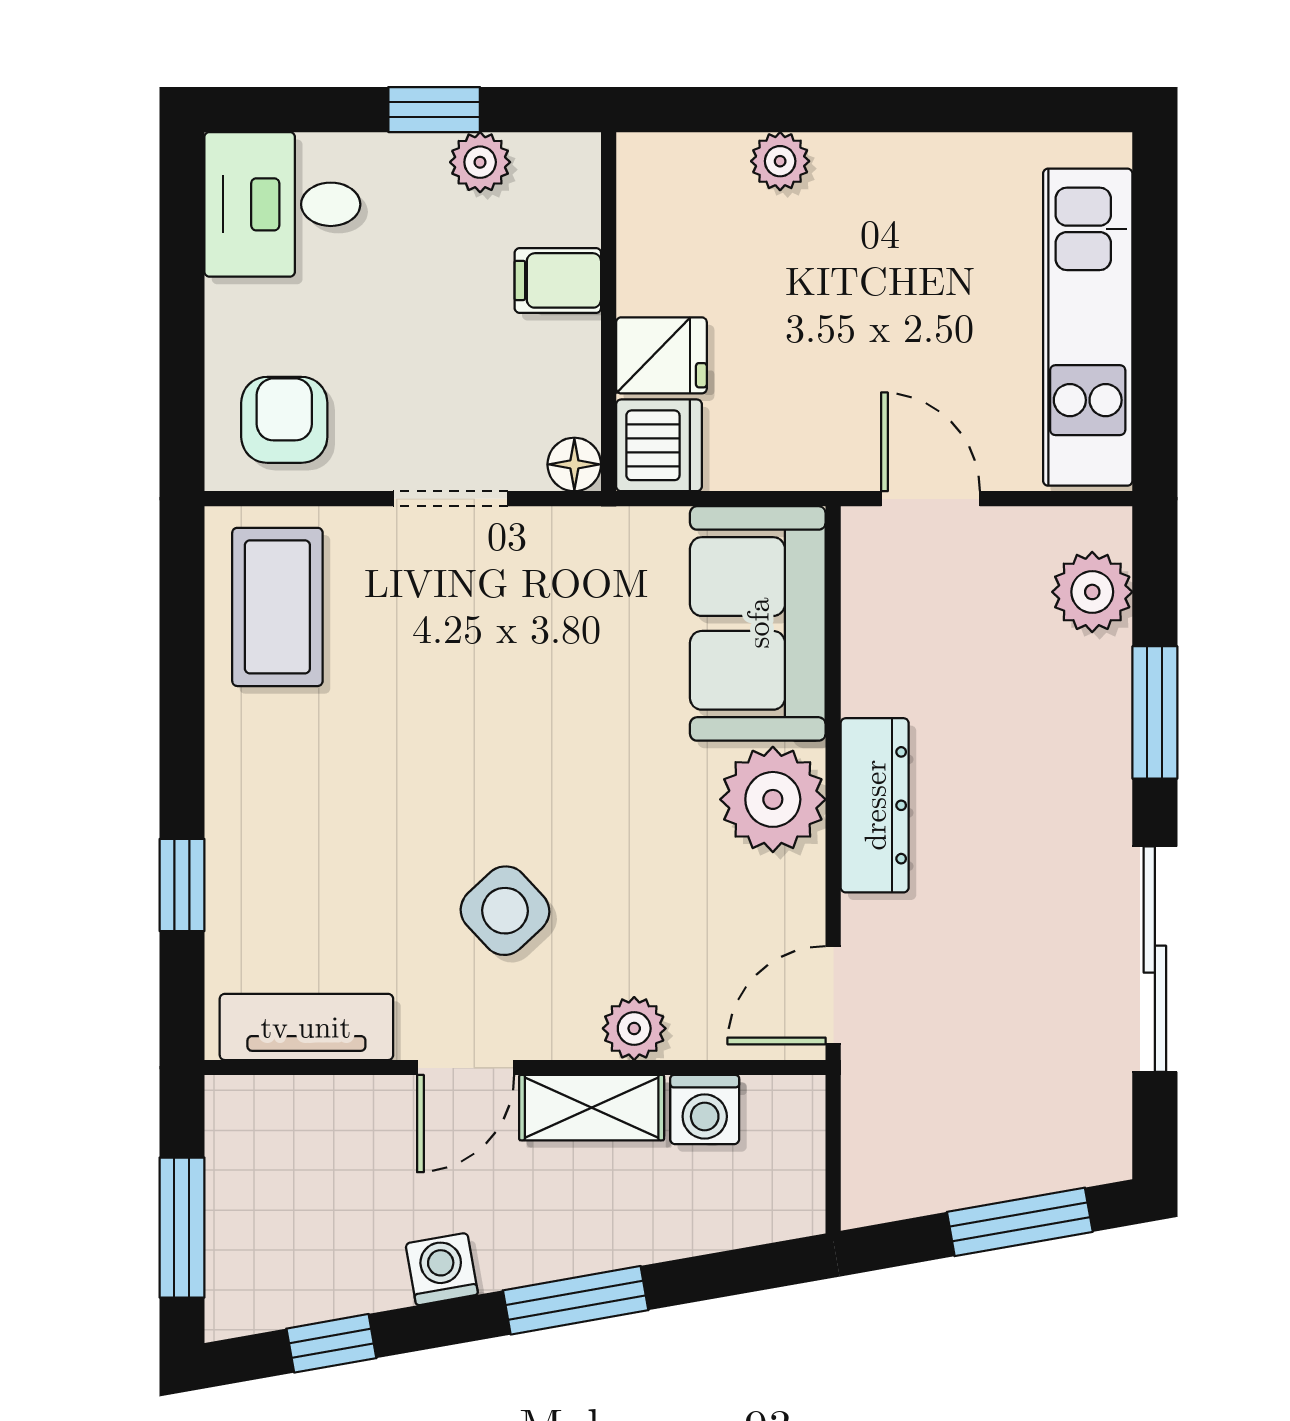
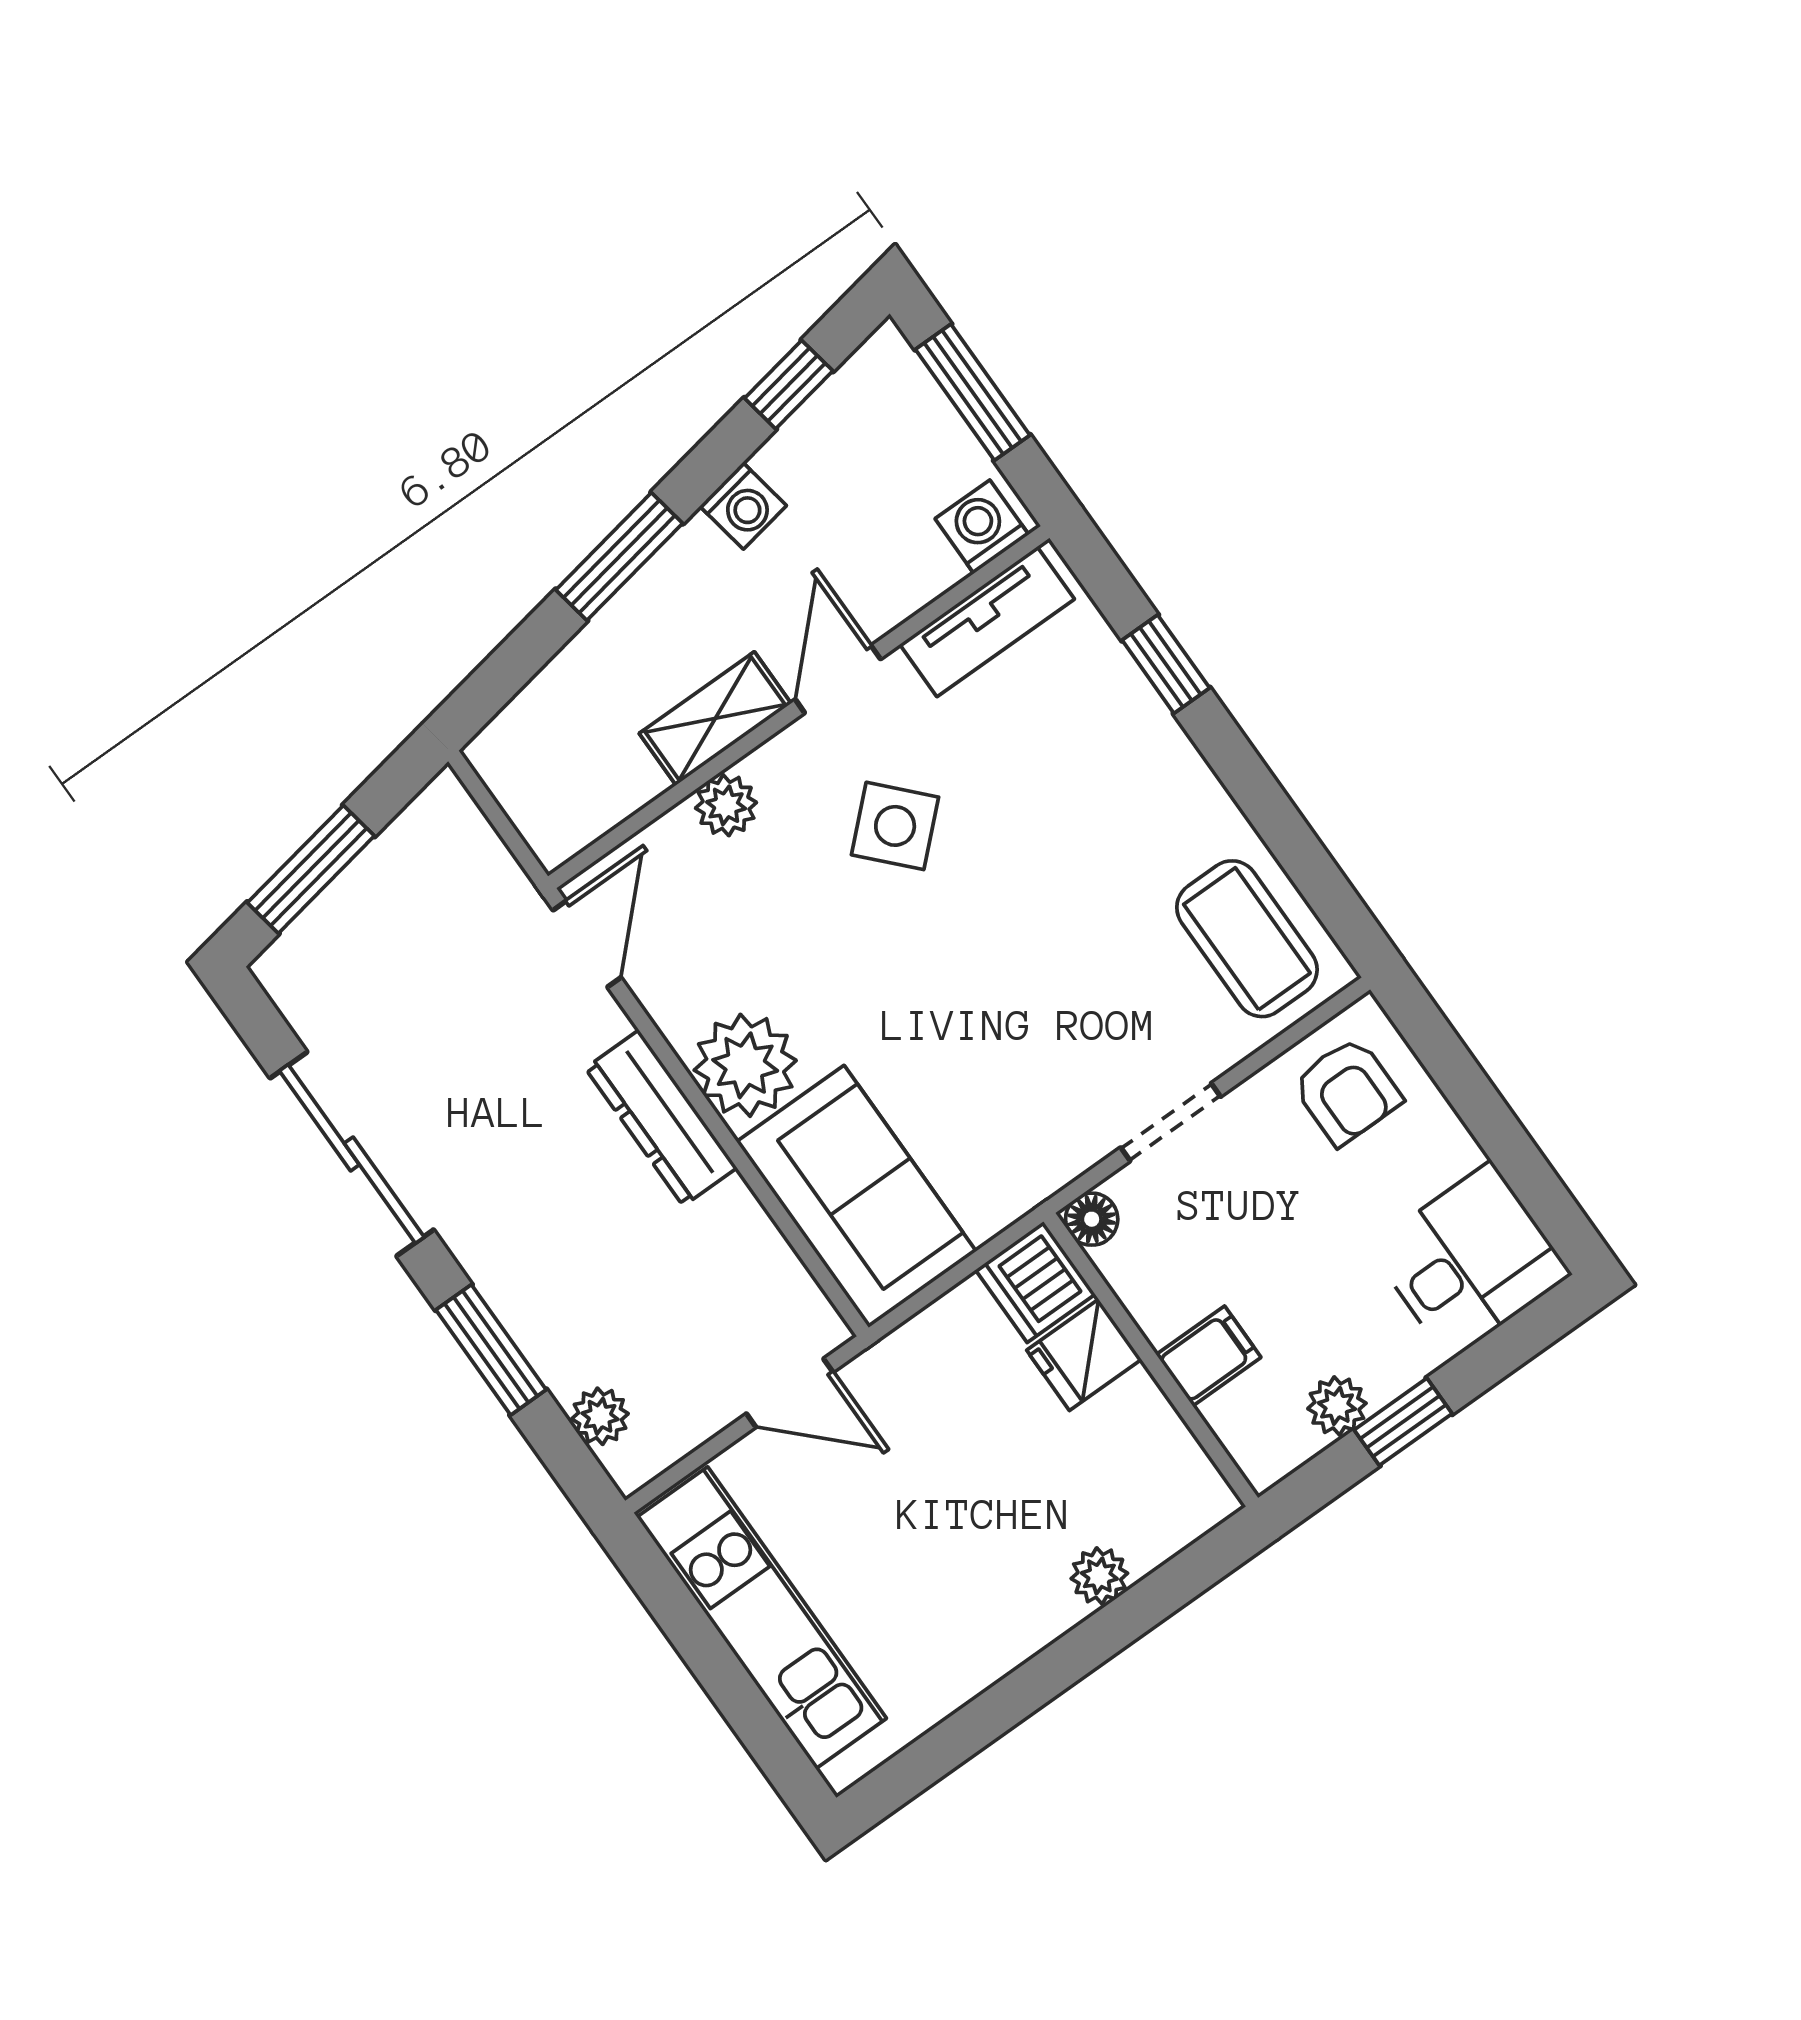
plant: (1092, 592) -> (600, 1416), width x0.73, depth x0.73
washing machine: (705, 1110) -> (982, 527), moved

